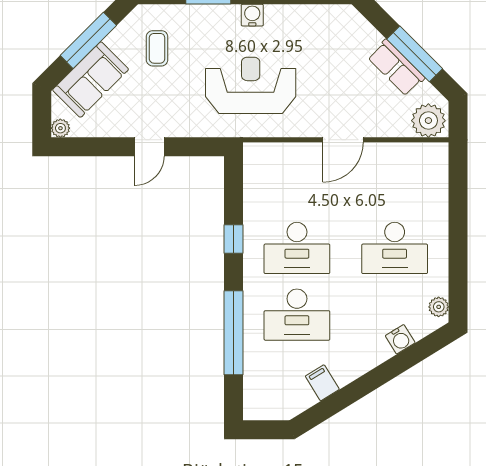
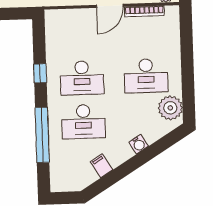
bookcase: (395, 150) -> (144, 11), added
plant: (439, 307) -> (170, 108), width x1.87, depth x1.87
water cooler: (400, 339) -> (139, 144), moved

